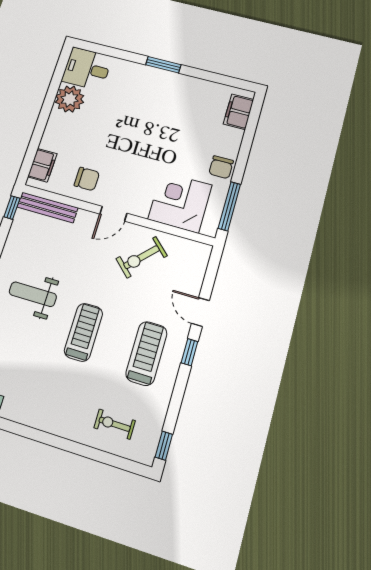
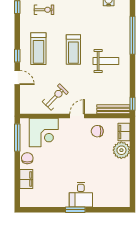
desk: (87, 69) -> (81, 195), moved, turned 90
plant: (70, 99) -> (121, 150), moved
filing cabinet: (239, 112) -> (26, 179), moved

